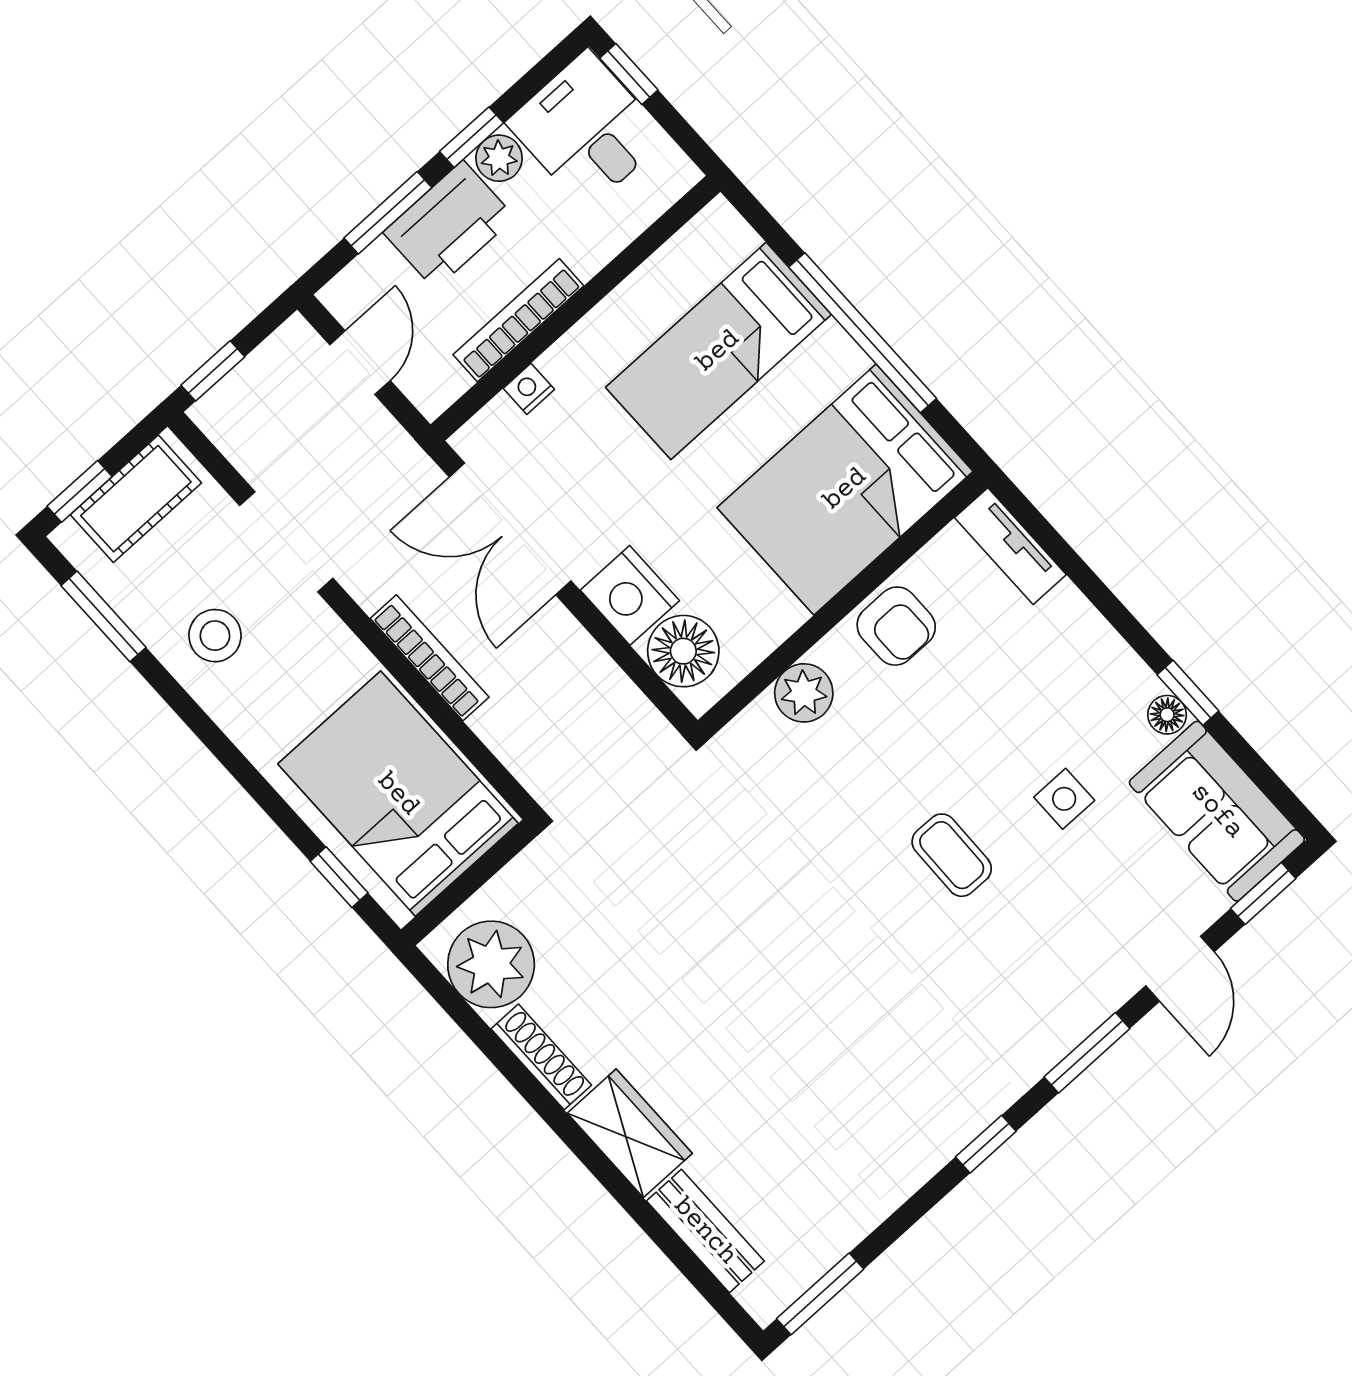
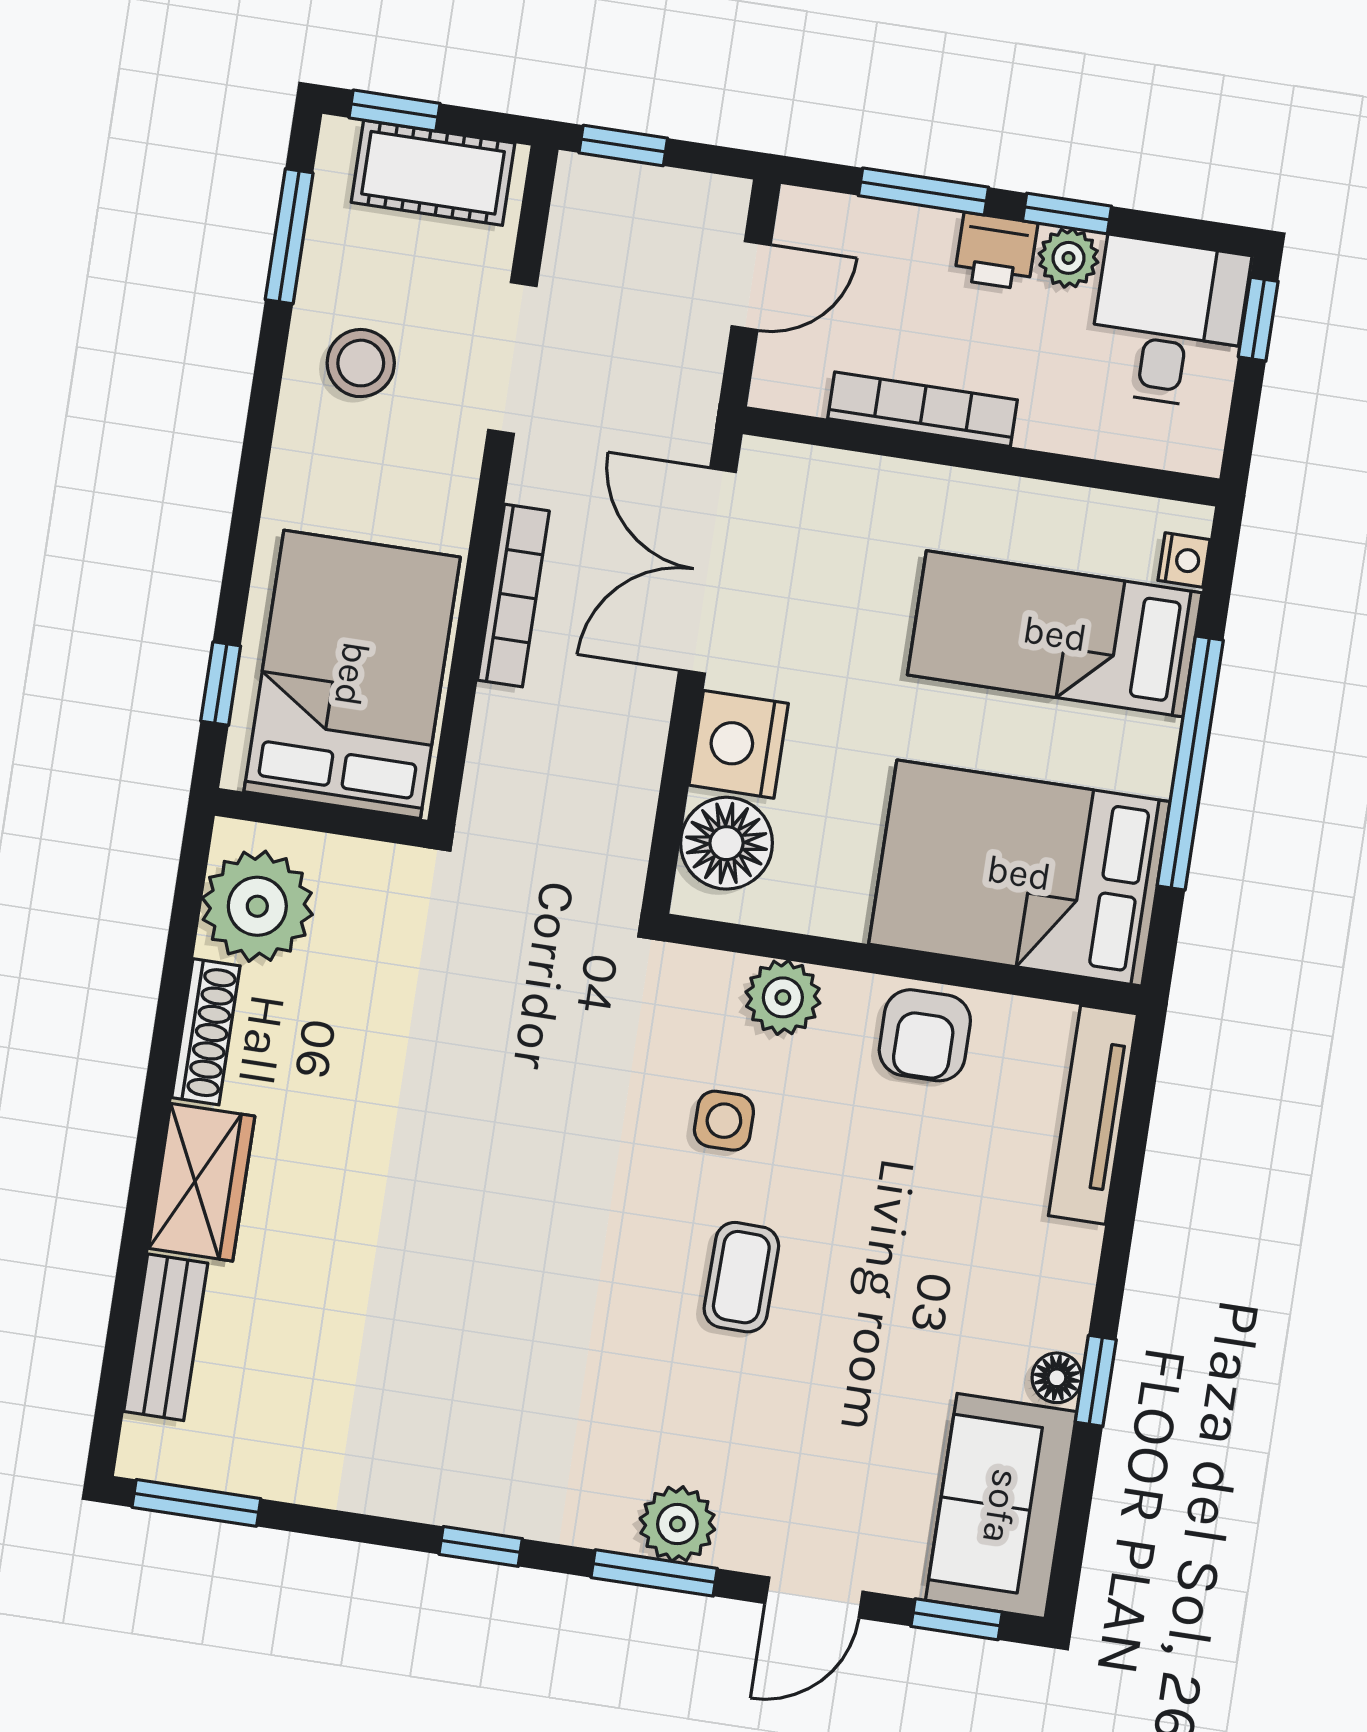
printer: (449, 225) -> (996, 251), width x0.53, depth x0.68
nightstand: (529, 389) -> (1184, 560), moved, turned 90
tv unit: (1010, 546) -> (1093, 1115), width x1.41
side table: (1064, 799) -> (724, 1121), moved
plant: (1069, 1015) -> (677, 1524), added

